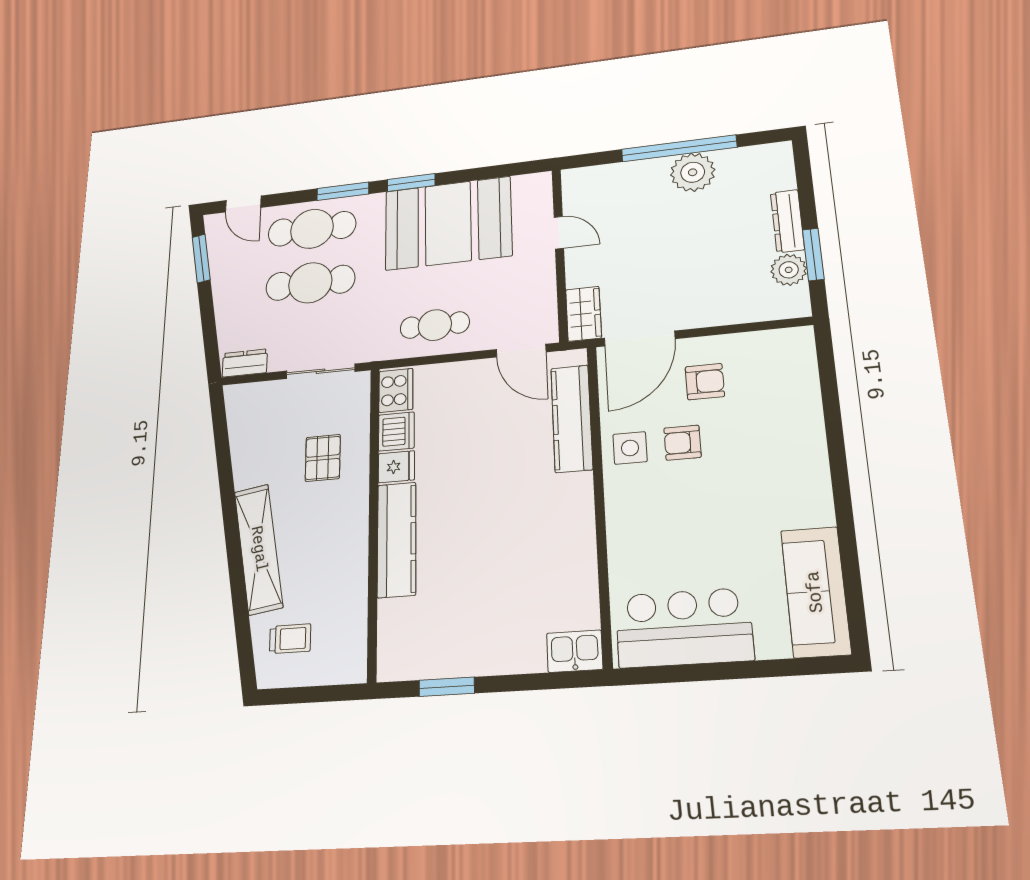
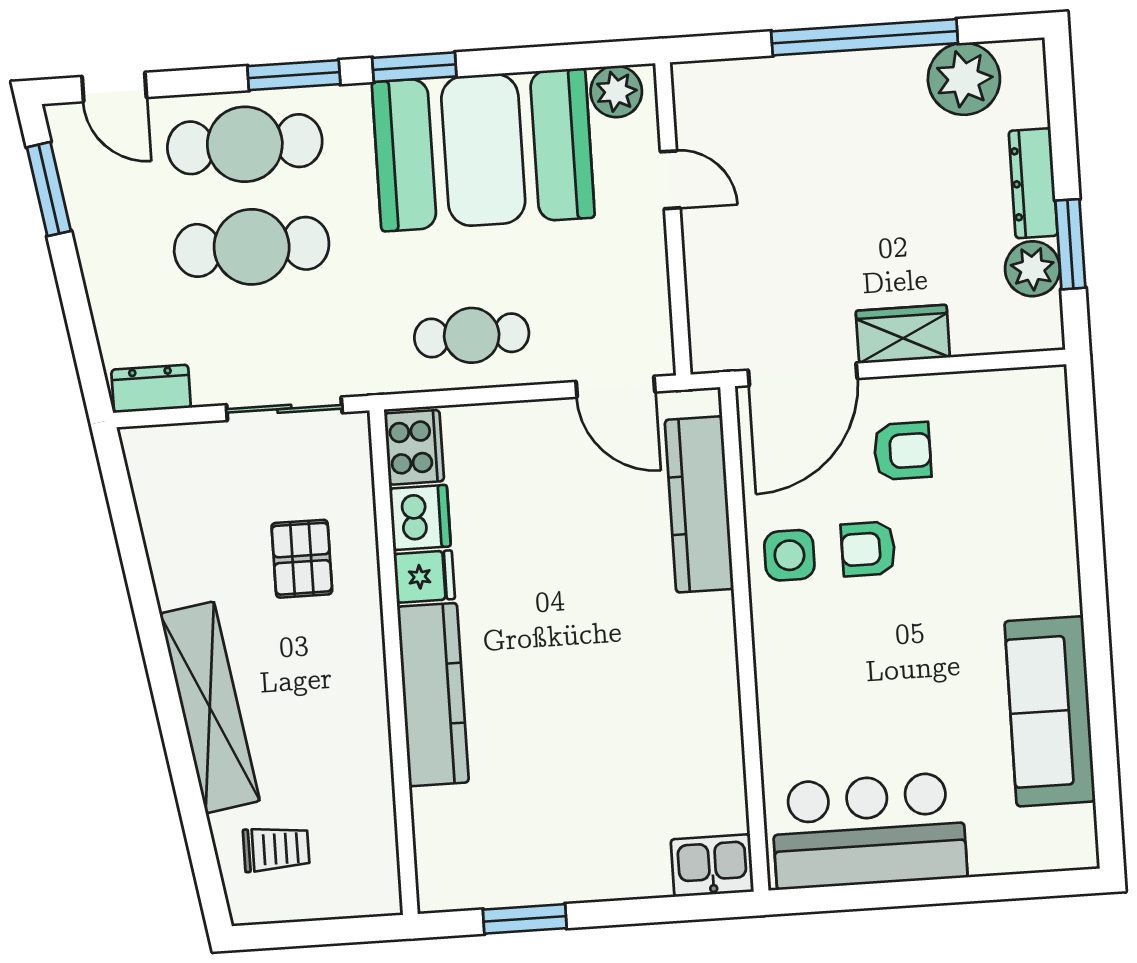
plant: (693, 172) -> (964, 79), moved
plant: (528, 187) -> (616, 92), added
wardrobe: (584, 314) -> (903, 334), moved, turned -90
sofa: (816, 592) -> (1050, 711), moved

